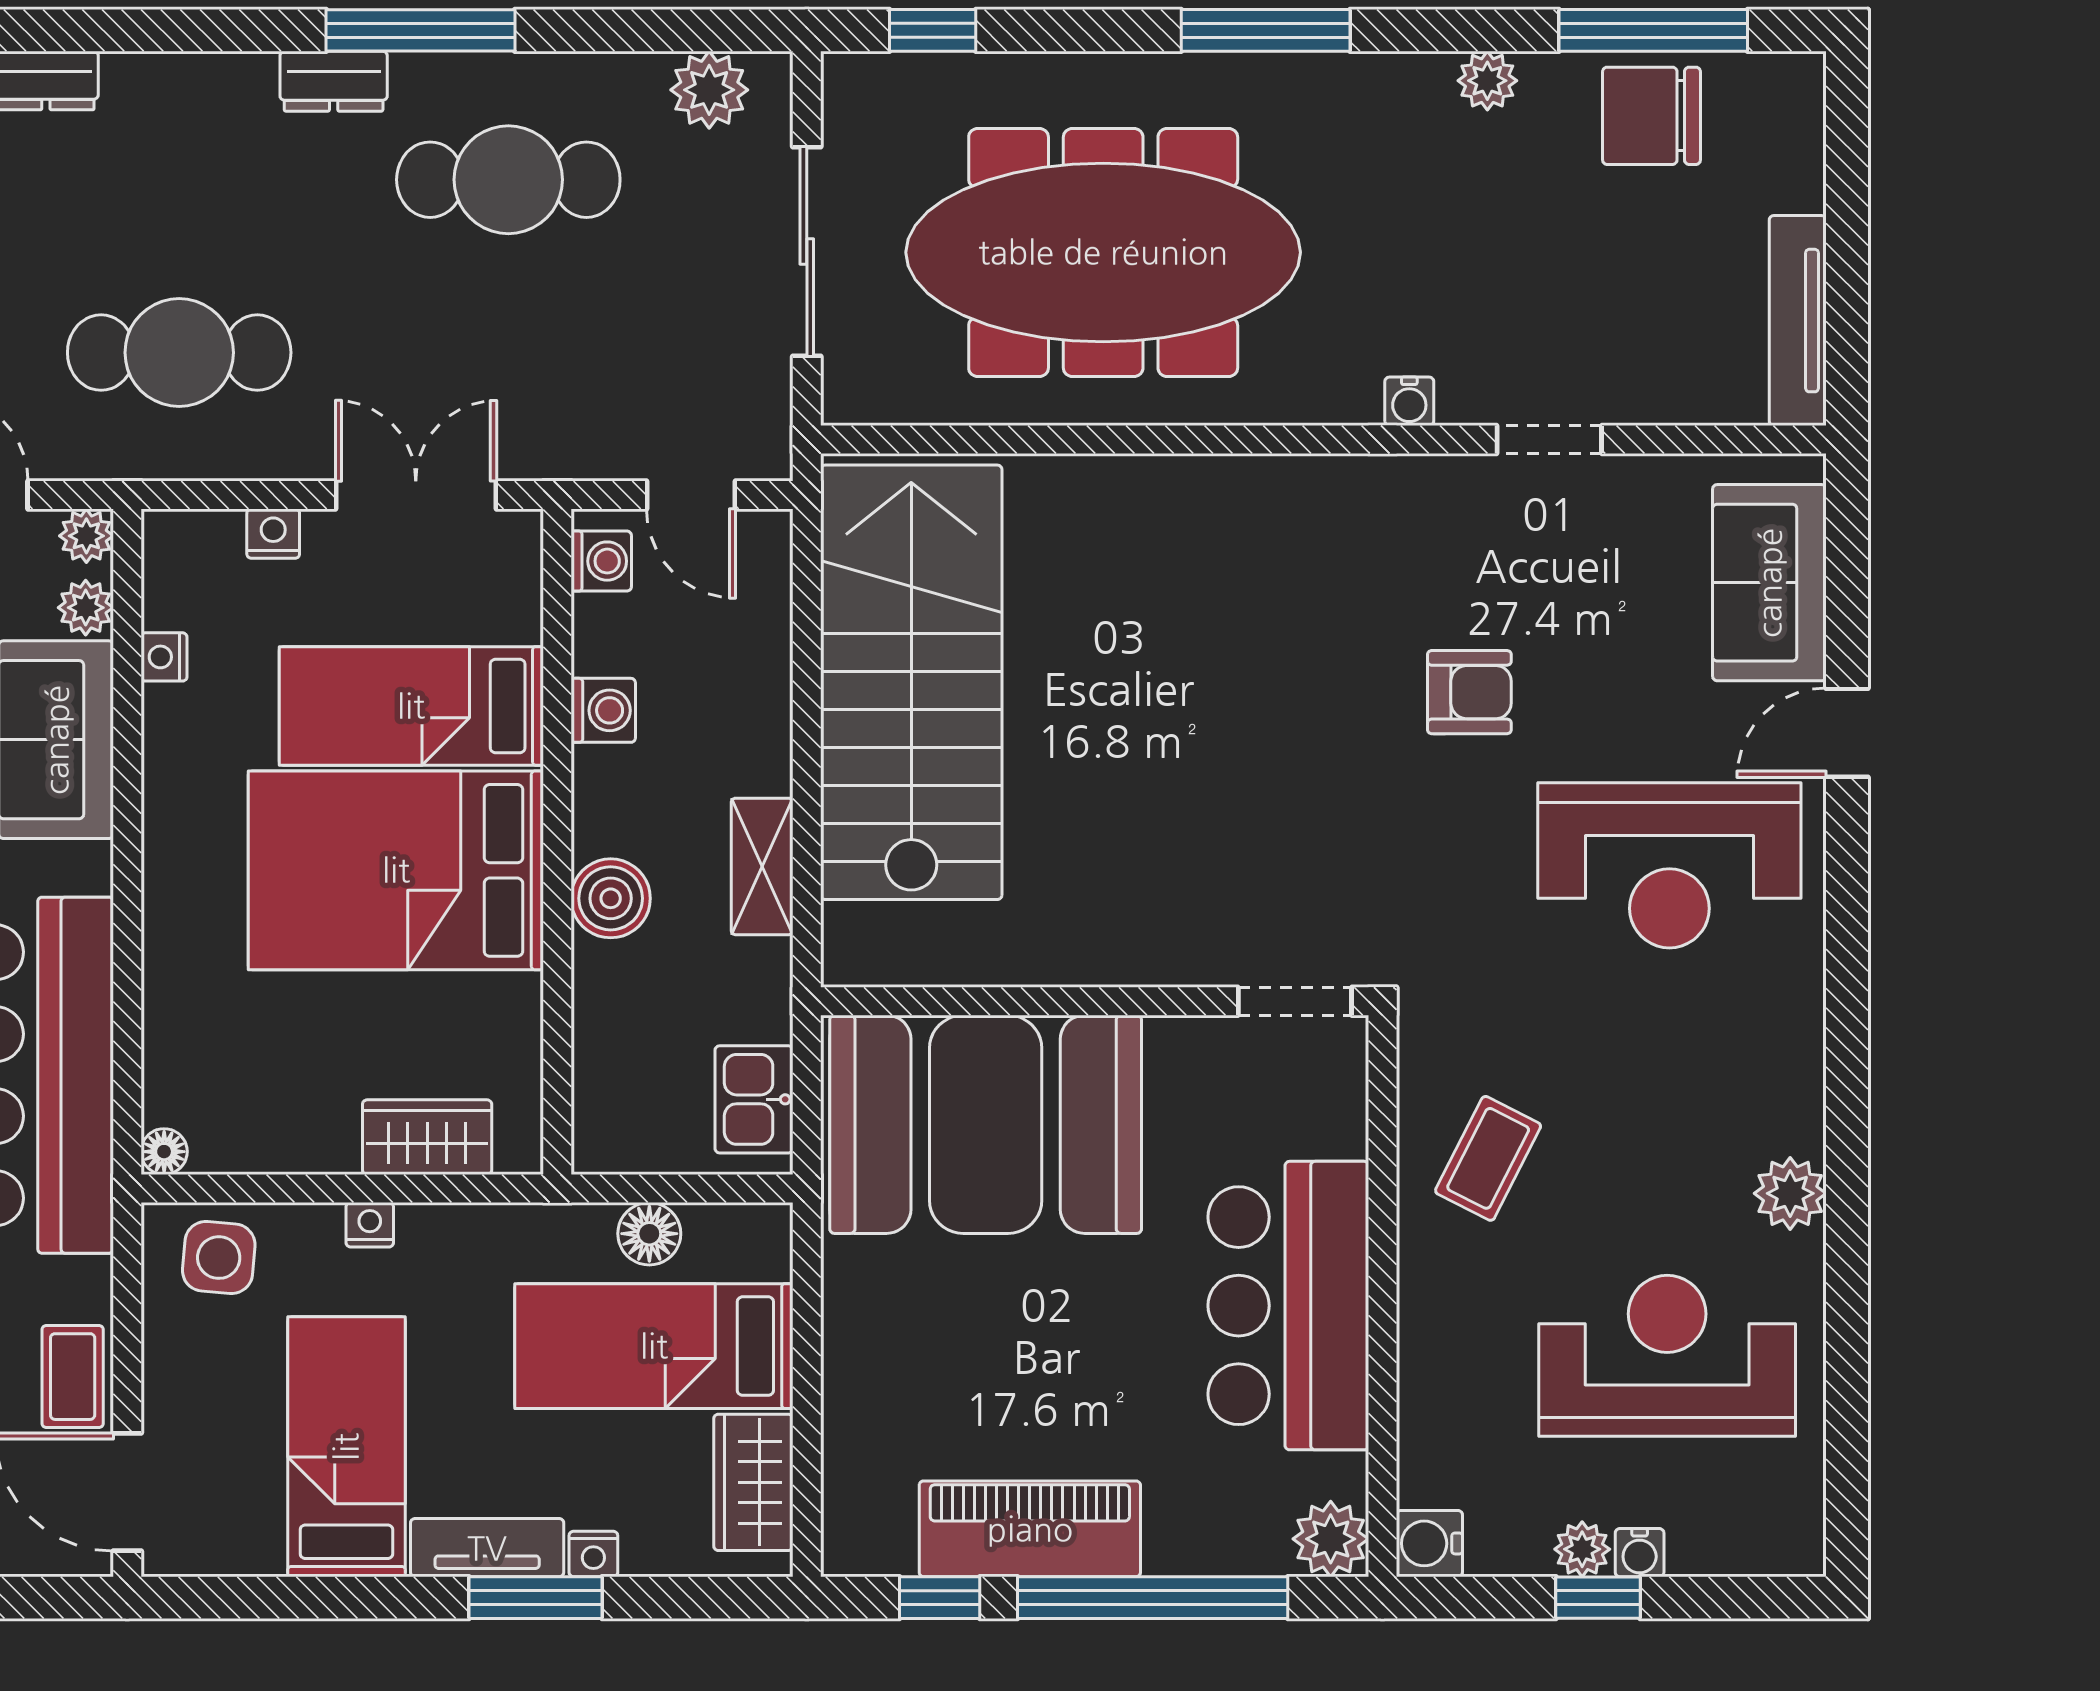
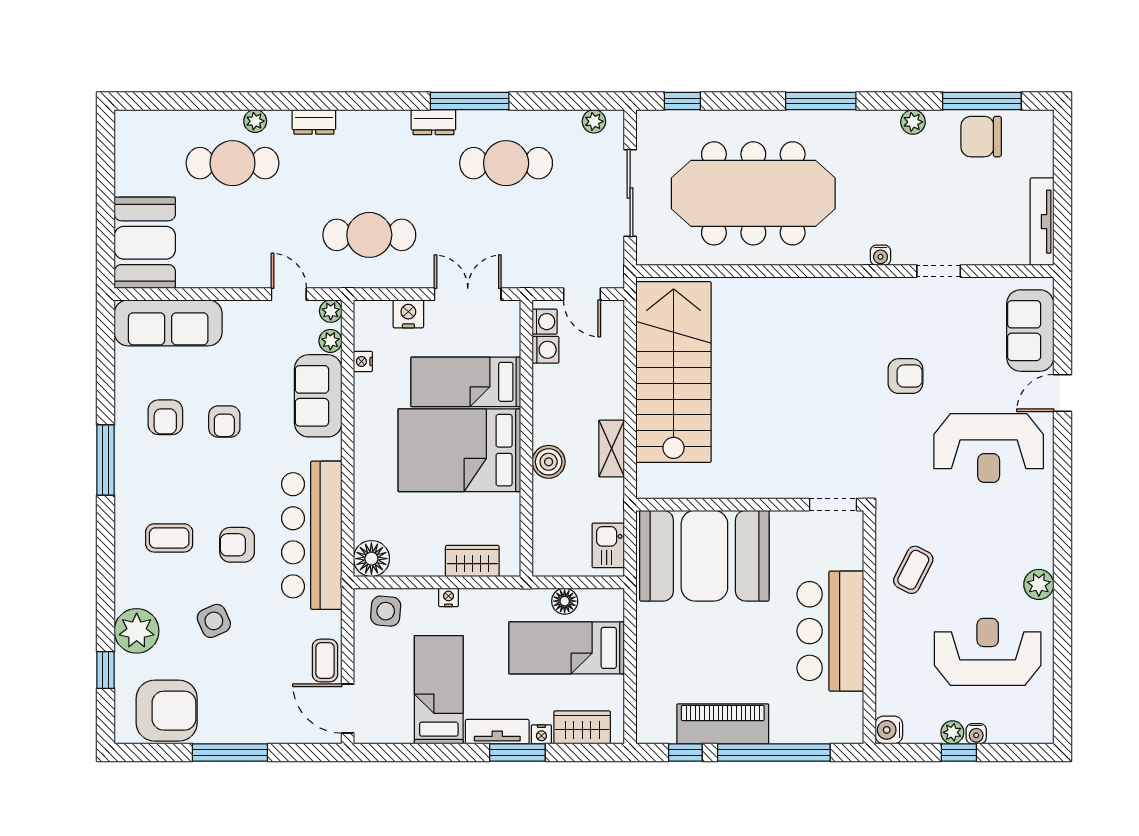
plant: (709, 90) -> (594, 121), width x0.73, depth x0.73
nightstand: (273, 534) -> (408, 314), width x1.39, depth x1.35
washing machine: (603, 710) -> (545, 350), moved
floor lamp: (164, 1152) -> (371, 559), width x1.89, depth x1.89
wardrobe: (753, 1482) -> (582, 727), moved, turned 90
plant: (1331, 1539) -> (848, 728), removed

